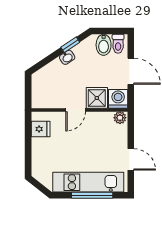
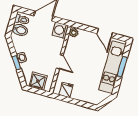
window: (70, 45) -> (17, 63), moved
shower: (97, 98) -> (38, 81), moved
door: (131, 159) -> (105, 33), swing flipped
window: (92, 195) -> (122, 67), width x0.69

